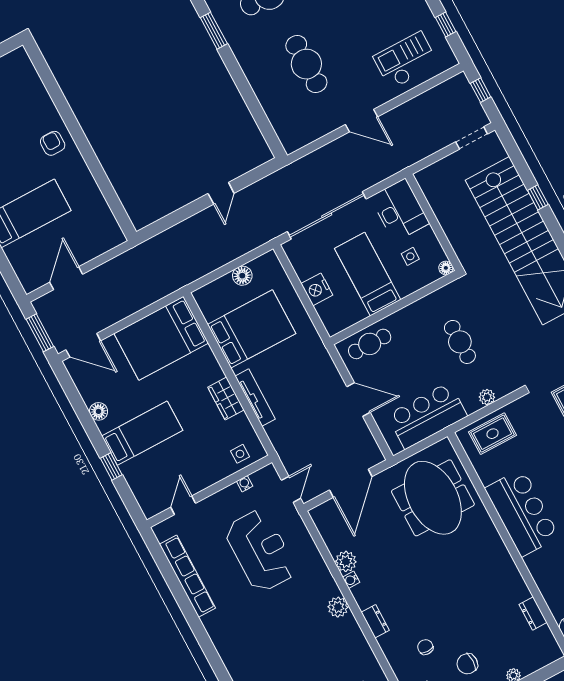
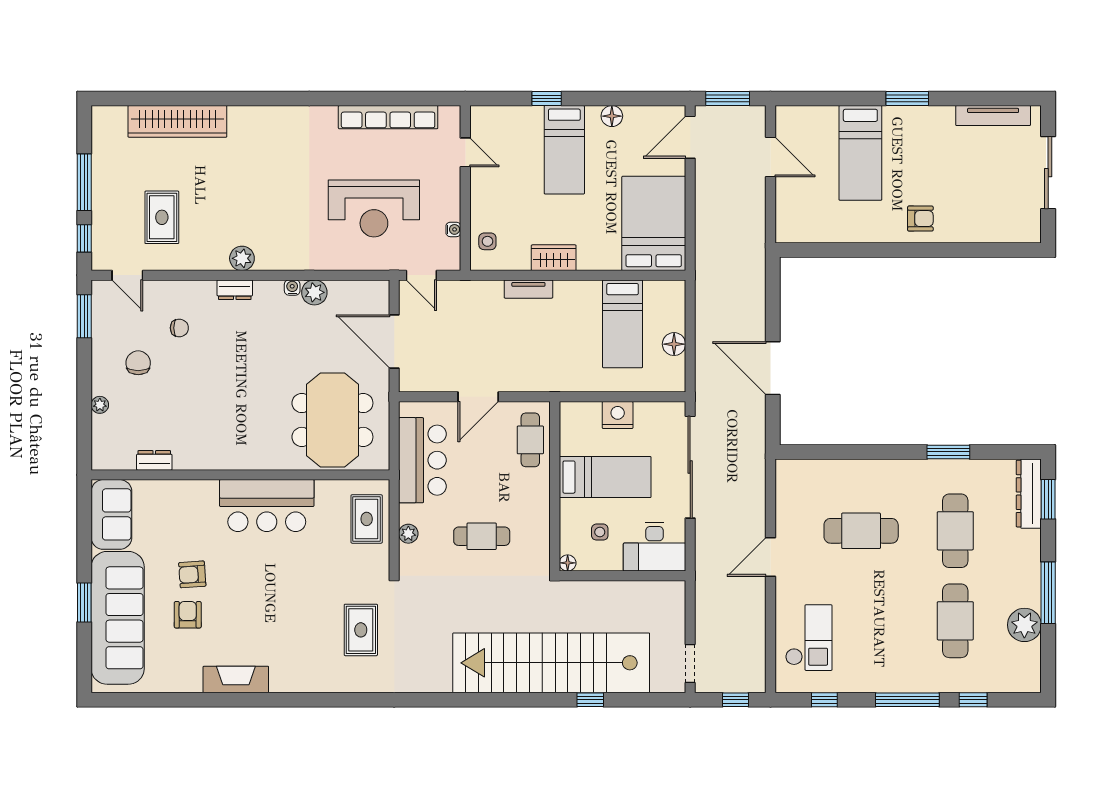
door: (221, 193) -> (773, 368), width x1.88
bed: (252, 329) -> (623, 324), width x0.67
tv unit: (255, 398) -> (528, 289), width x0.71
meeting table: (433, 498) -> (332, 420), turned 90
plant: (338, 607) -> (242, 258), moved

